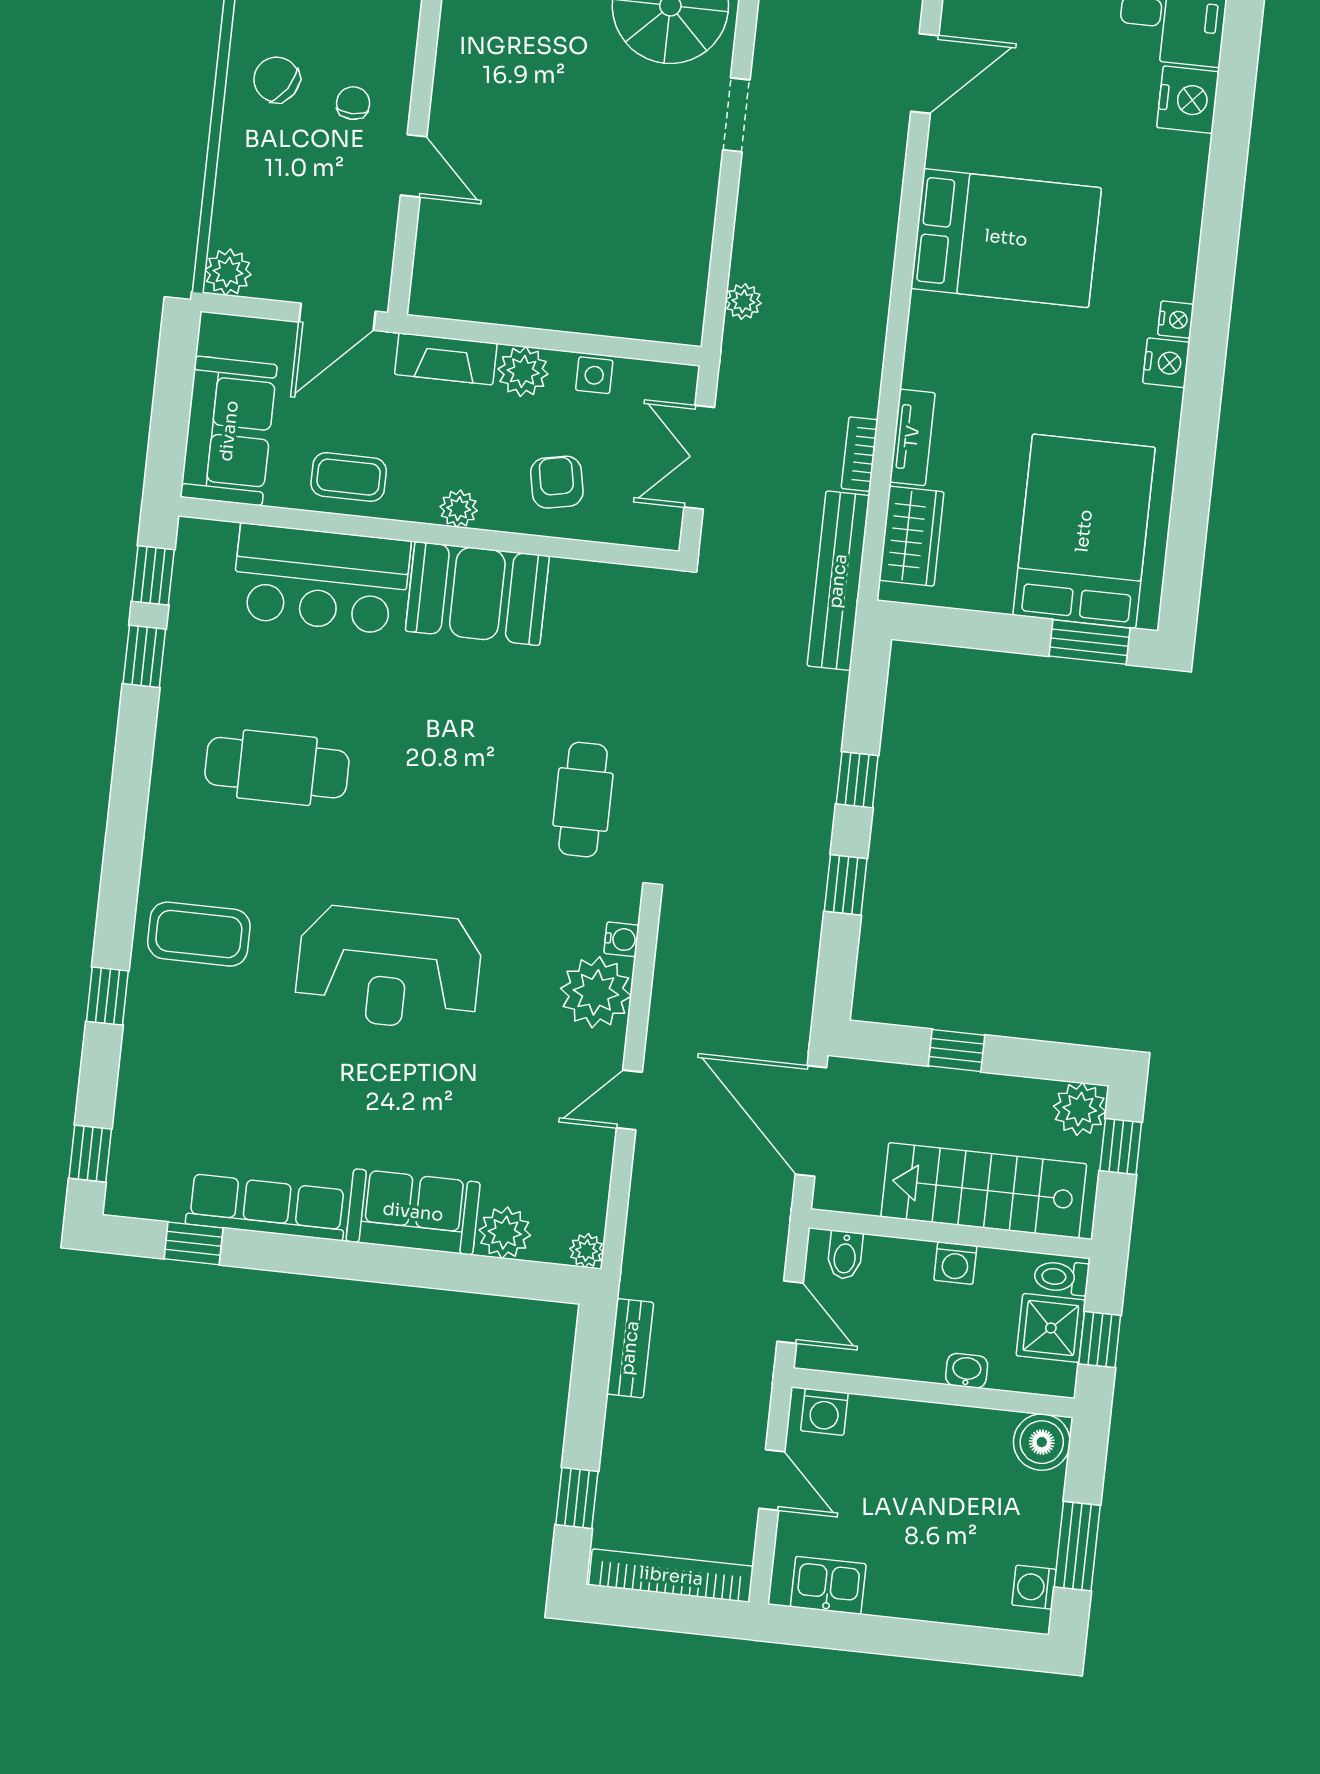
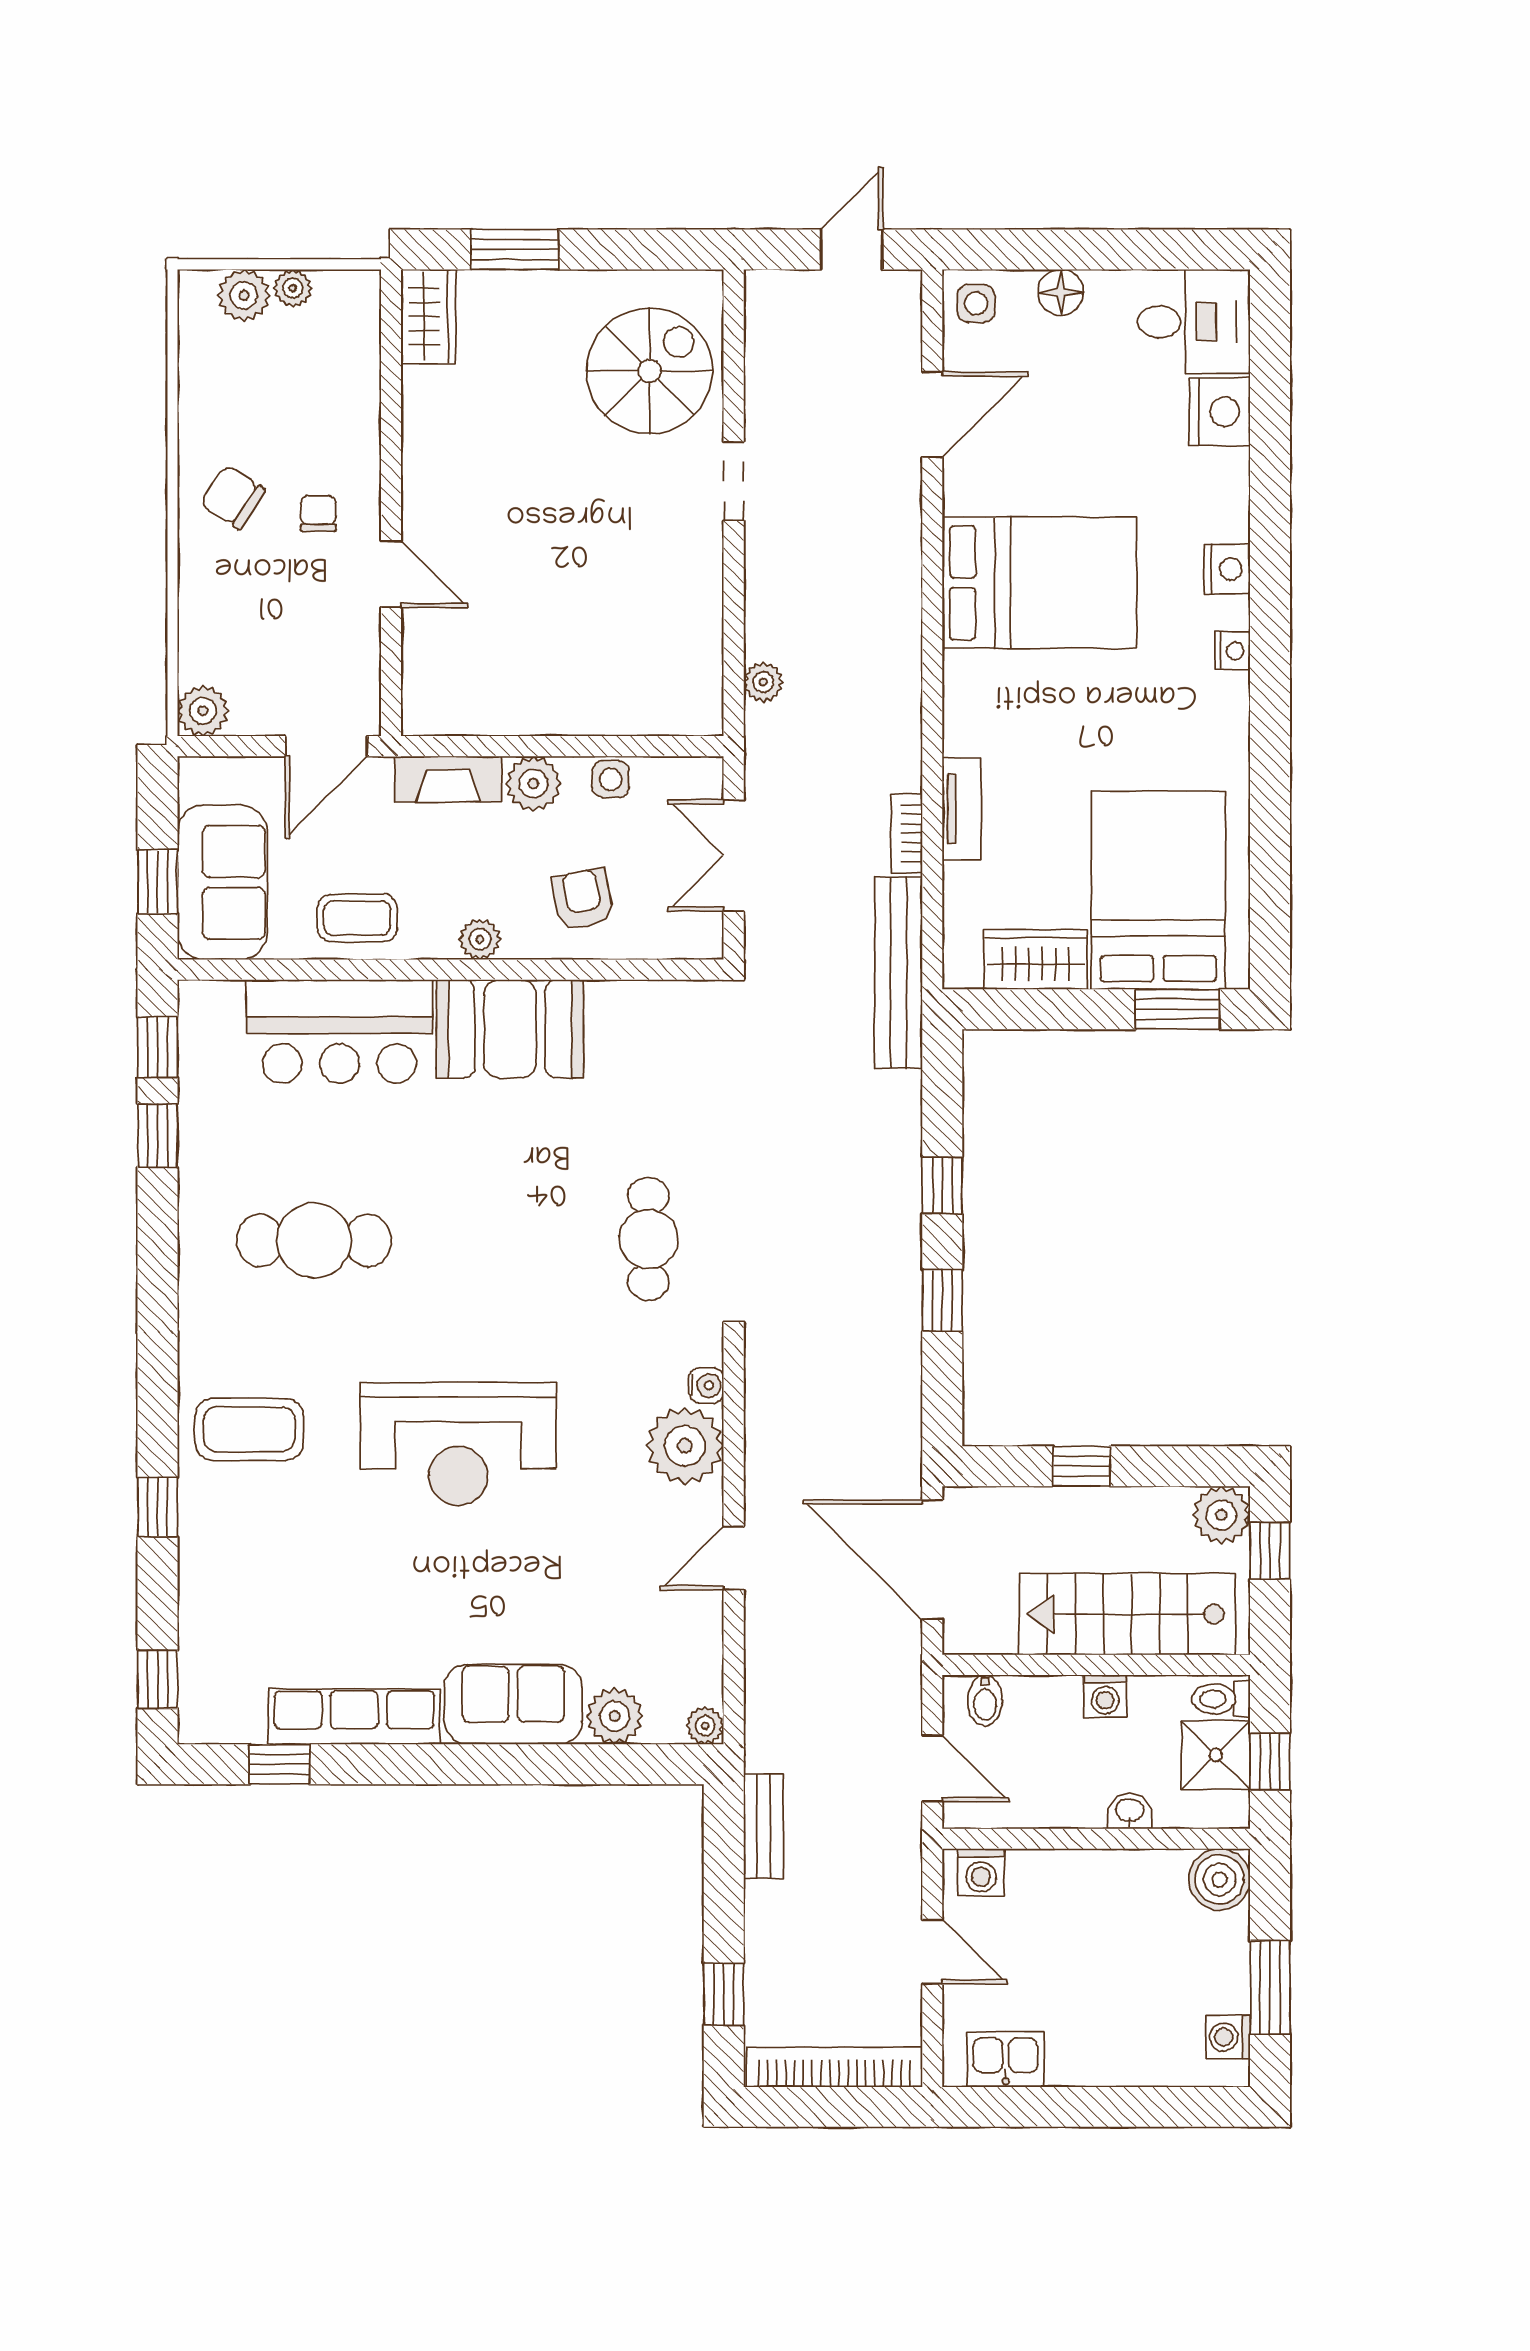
nightstand: (1166, 363) -> (1227, 569), moved
window: (170, 424) -> (158, 882), added
wardrobe: (911, 536) -> (1036, 959), moved, turned -90

